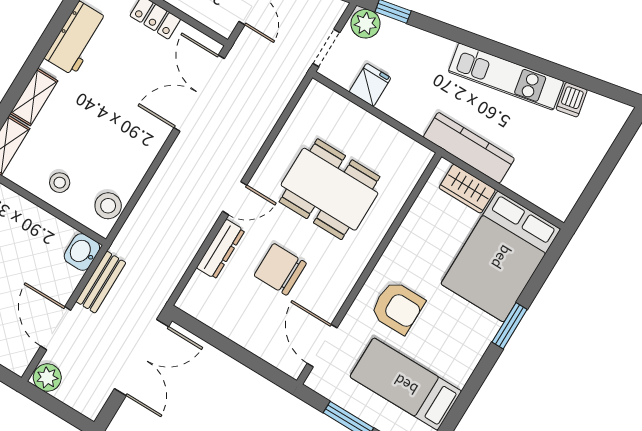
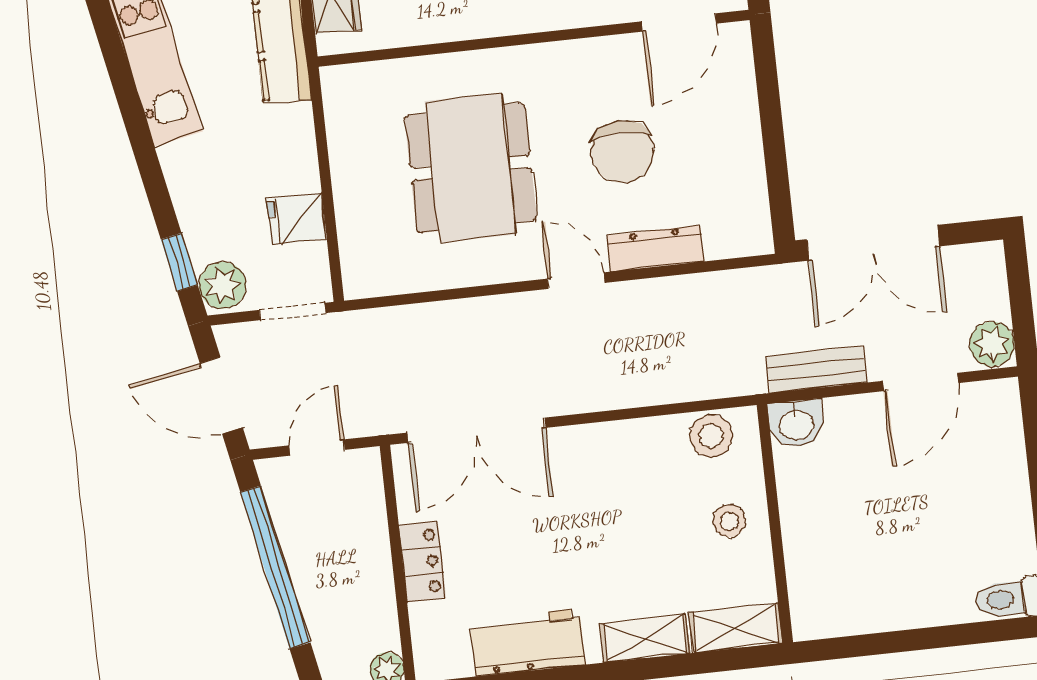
double door: (141, 358) -> (873, 243), swing flipped

